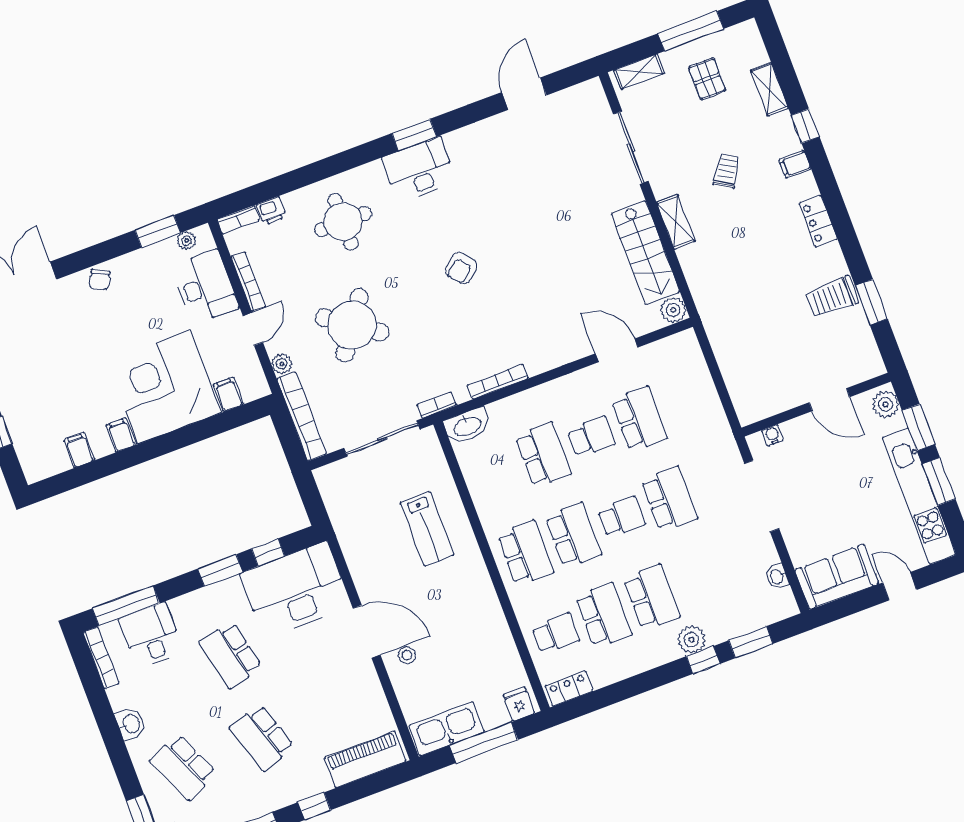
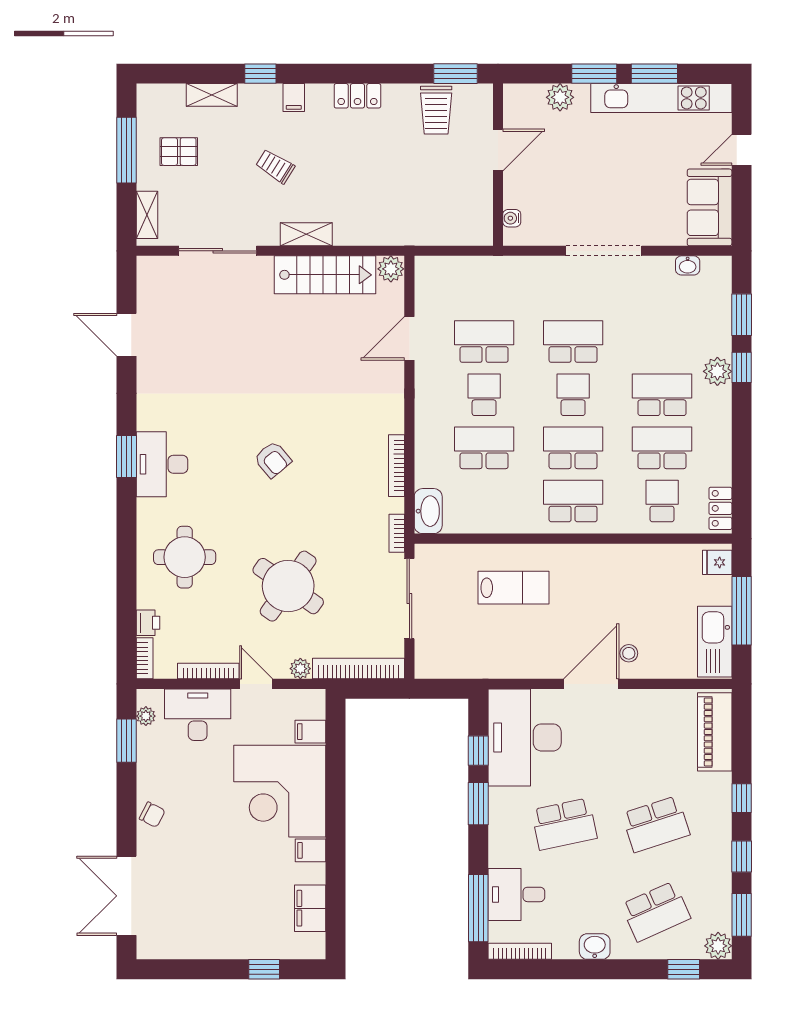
door: (829, 400) -> (498, 150), moved
wall: (816, 405) -> (498, 165), moved
water cooler: (772, 435) -> (512, 218), moved
filing cabinet: (79, 450) -> (310, 908), width x2.00

